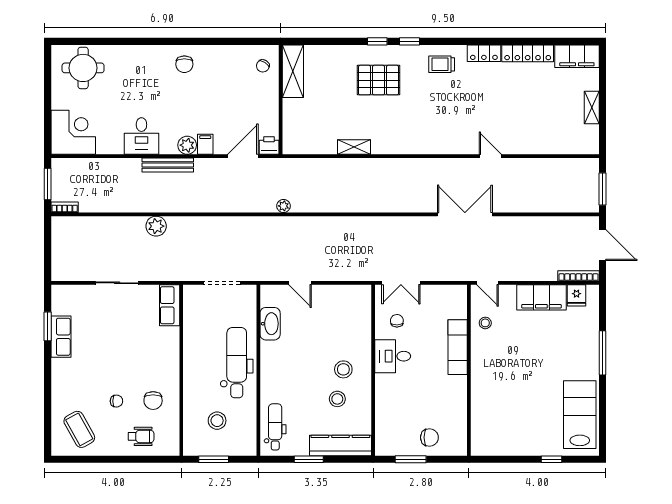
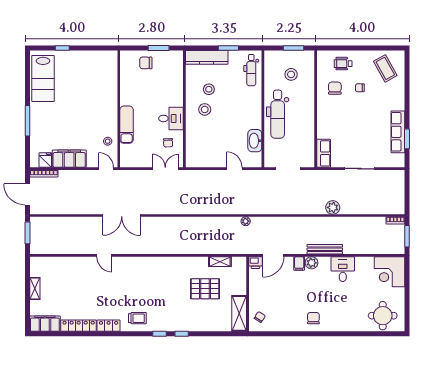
pallet: (379, 80) -> (205, 289), moved
shelving: (354, 147) -> (220, 262), moved
row of seats: (61, 337) -> (398, 132), width x1.48

